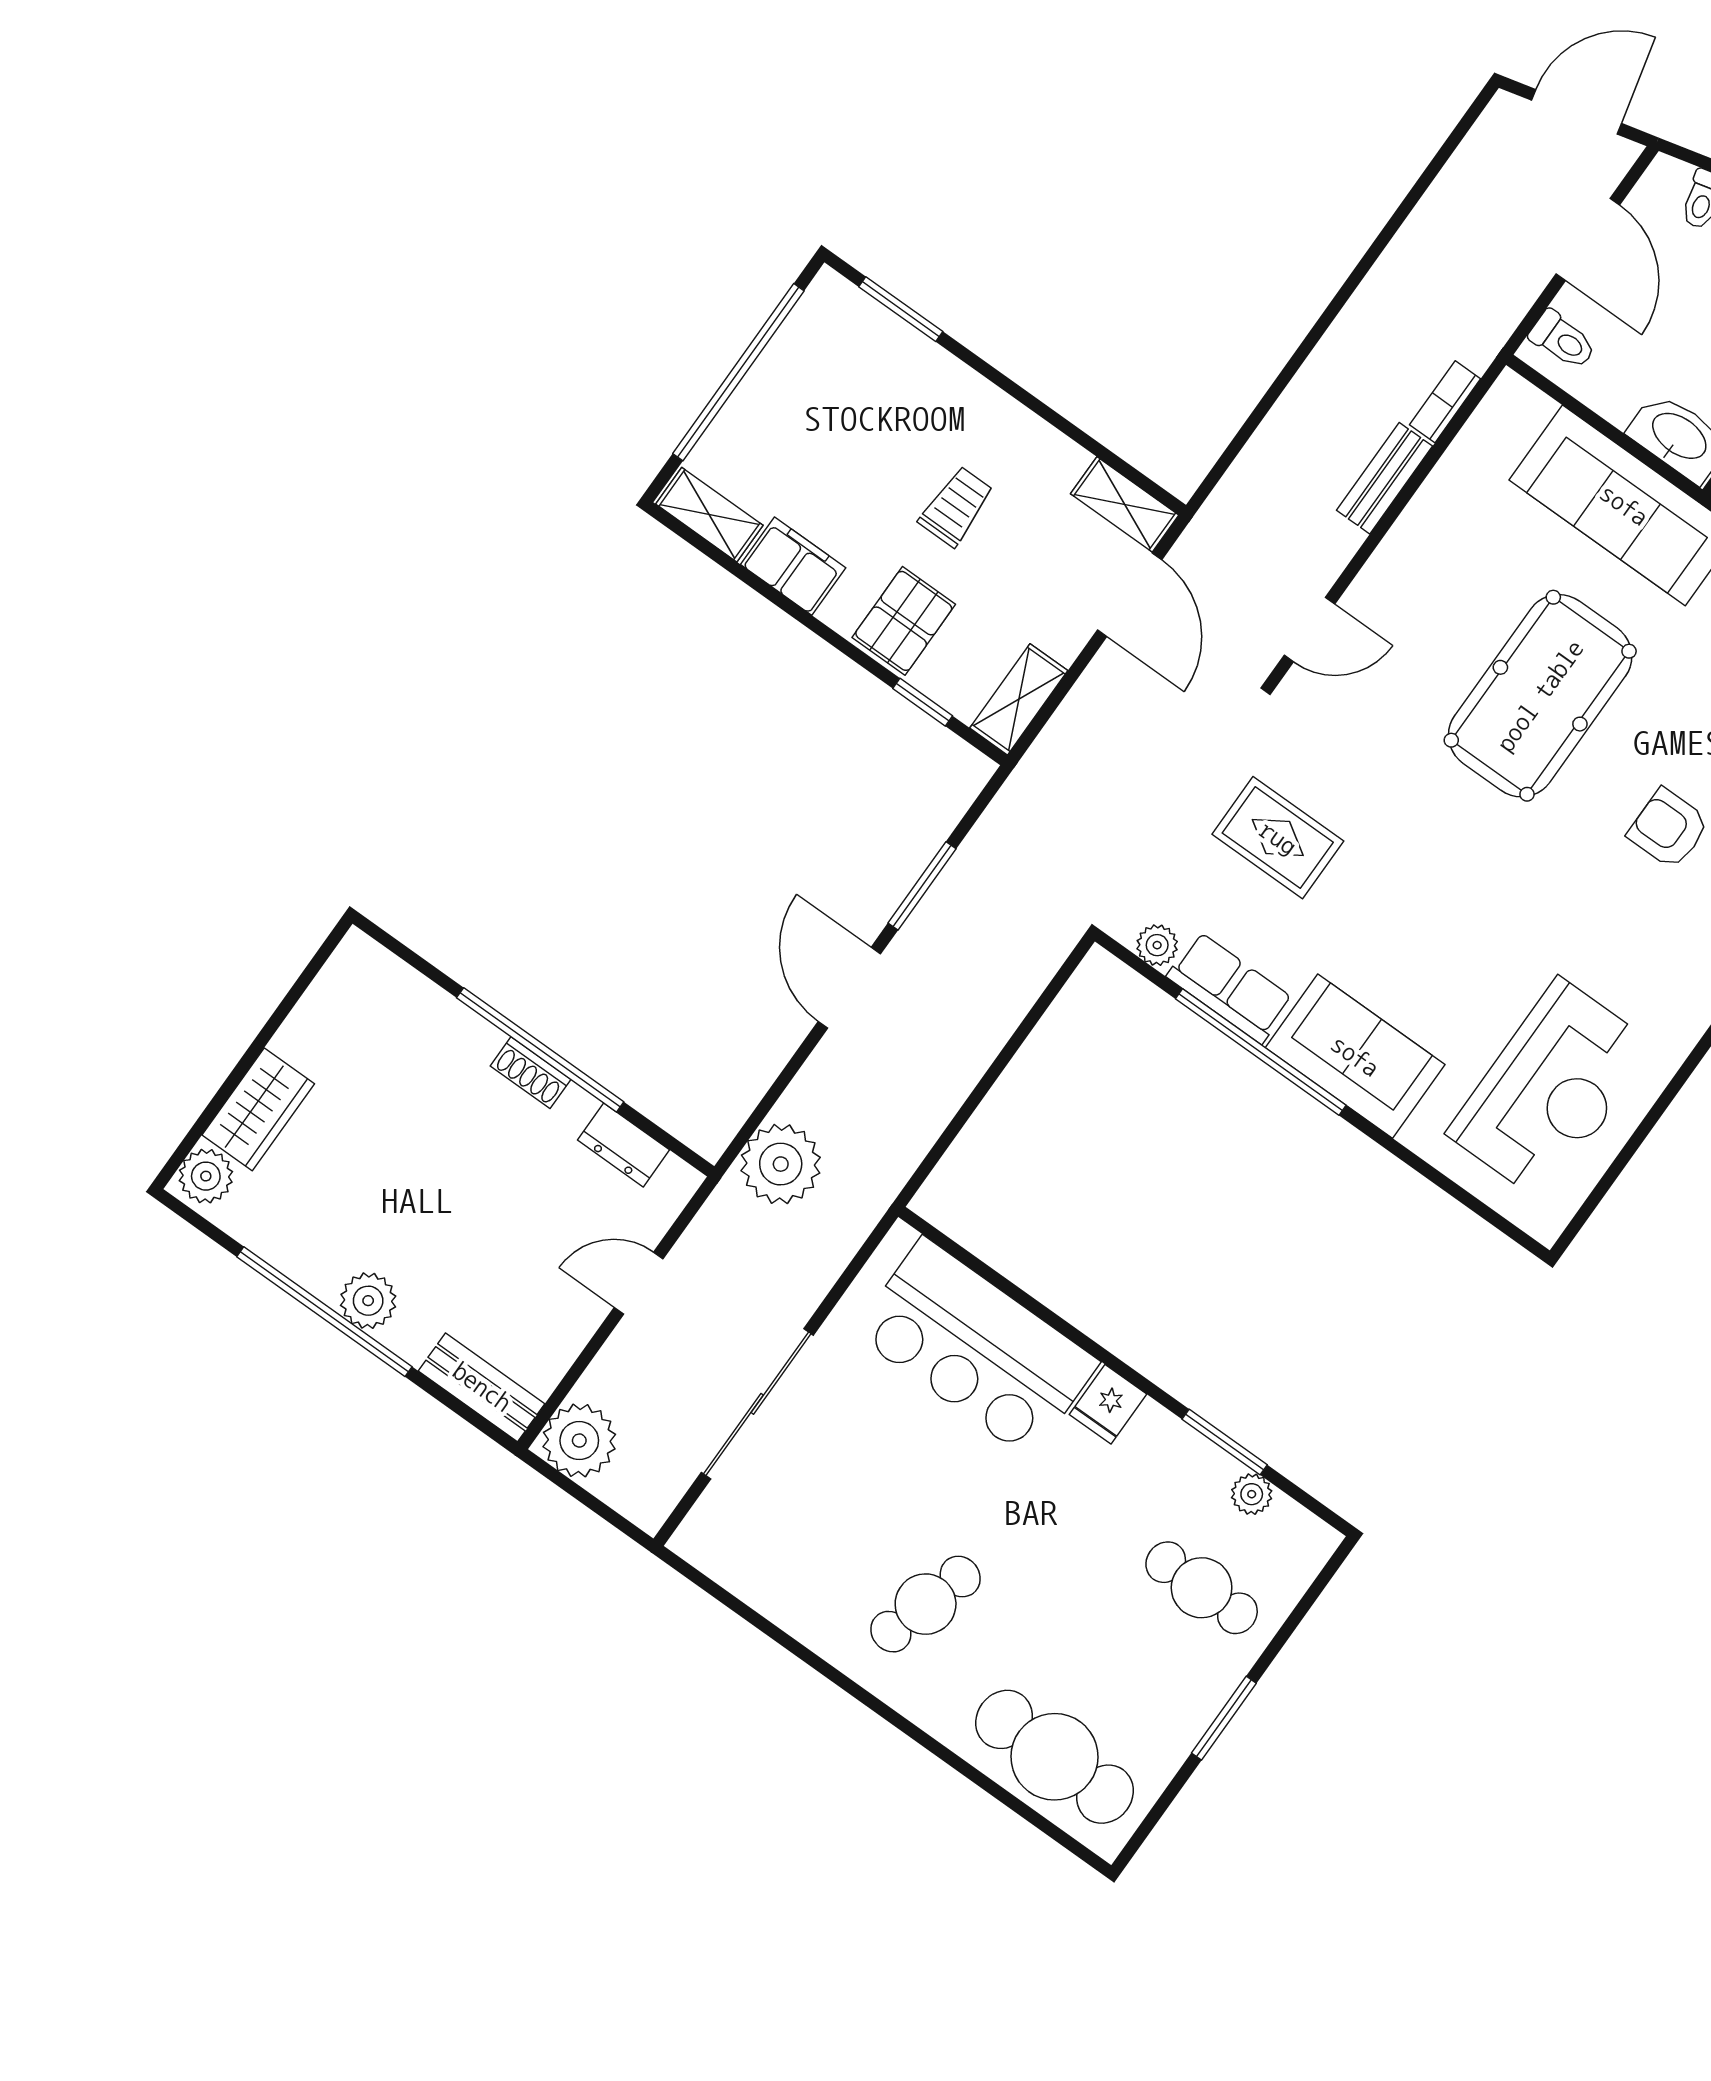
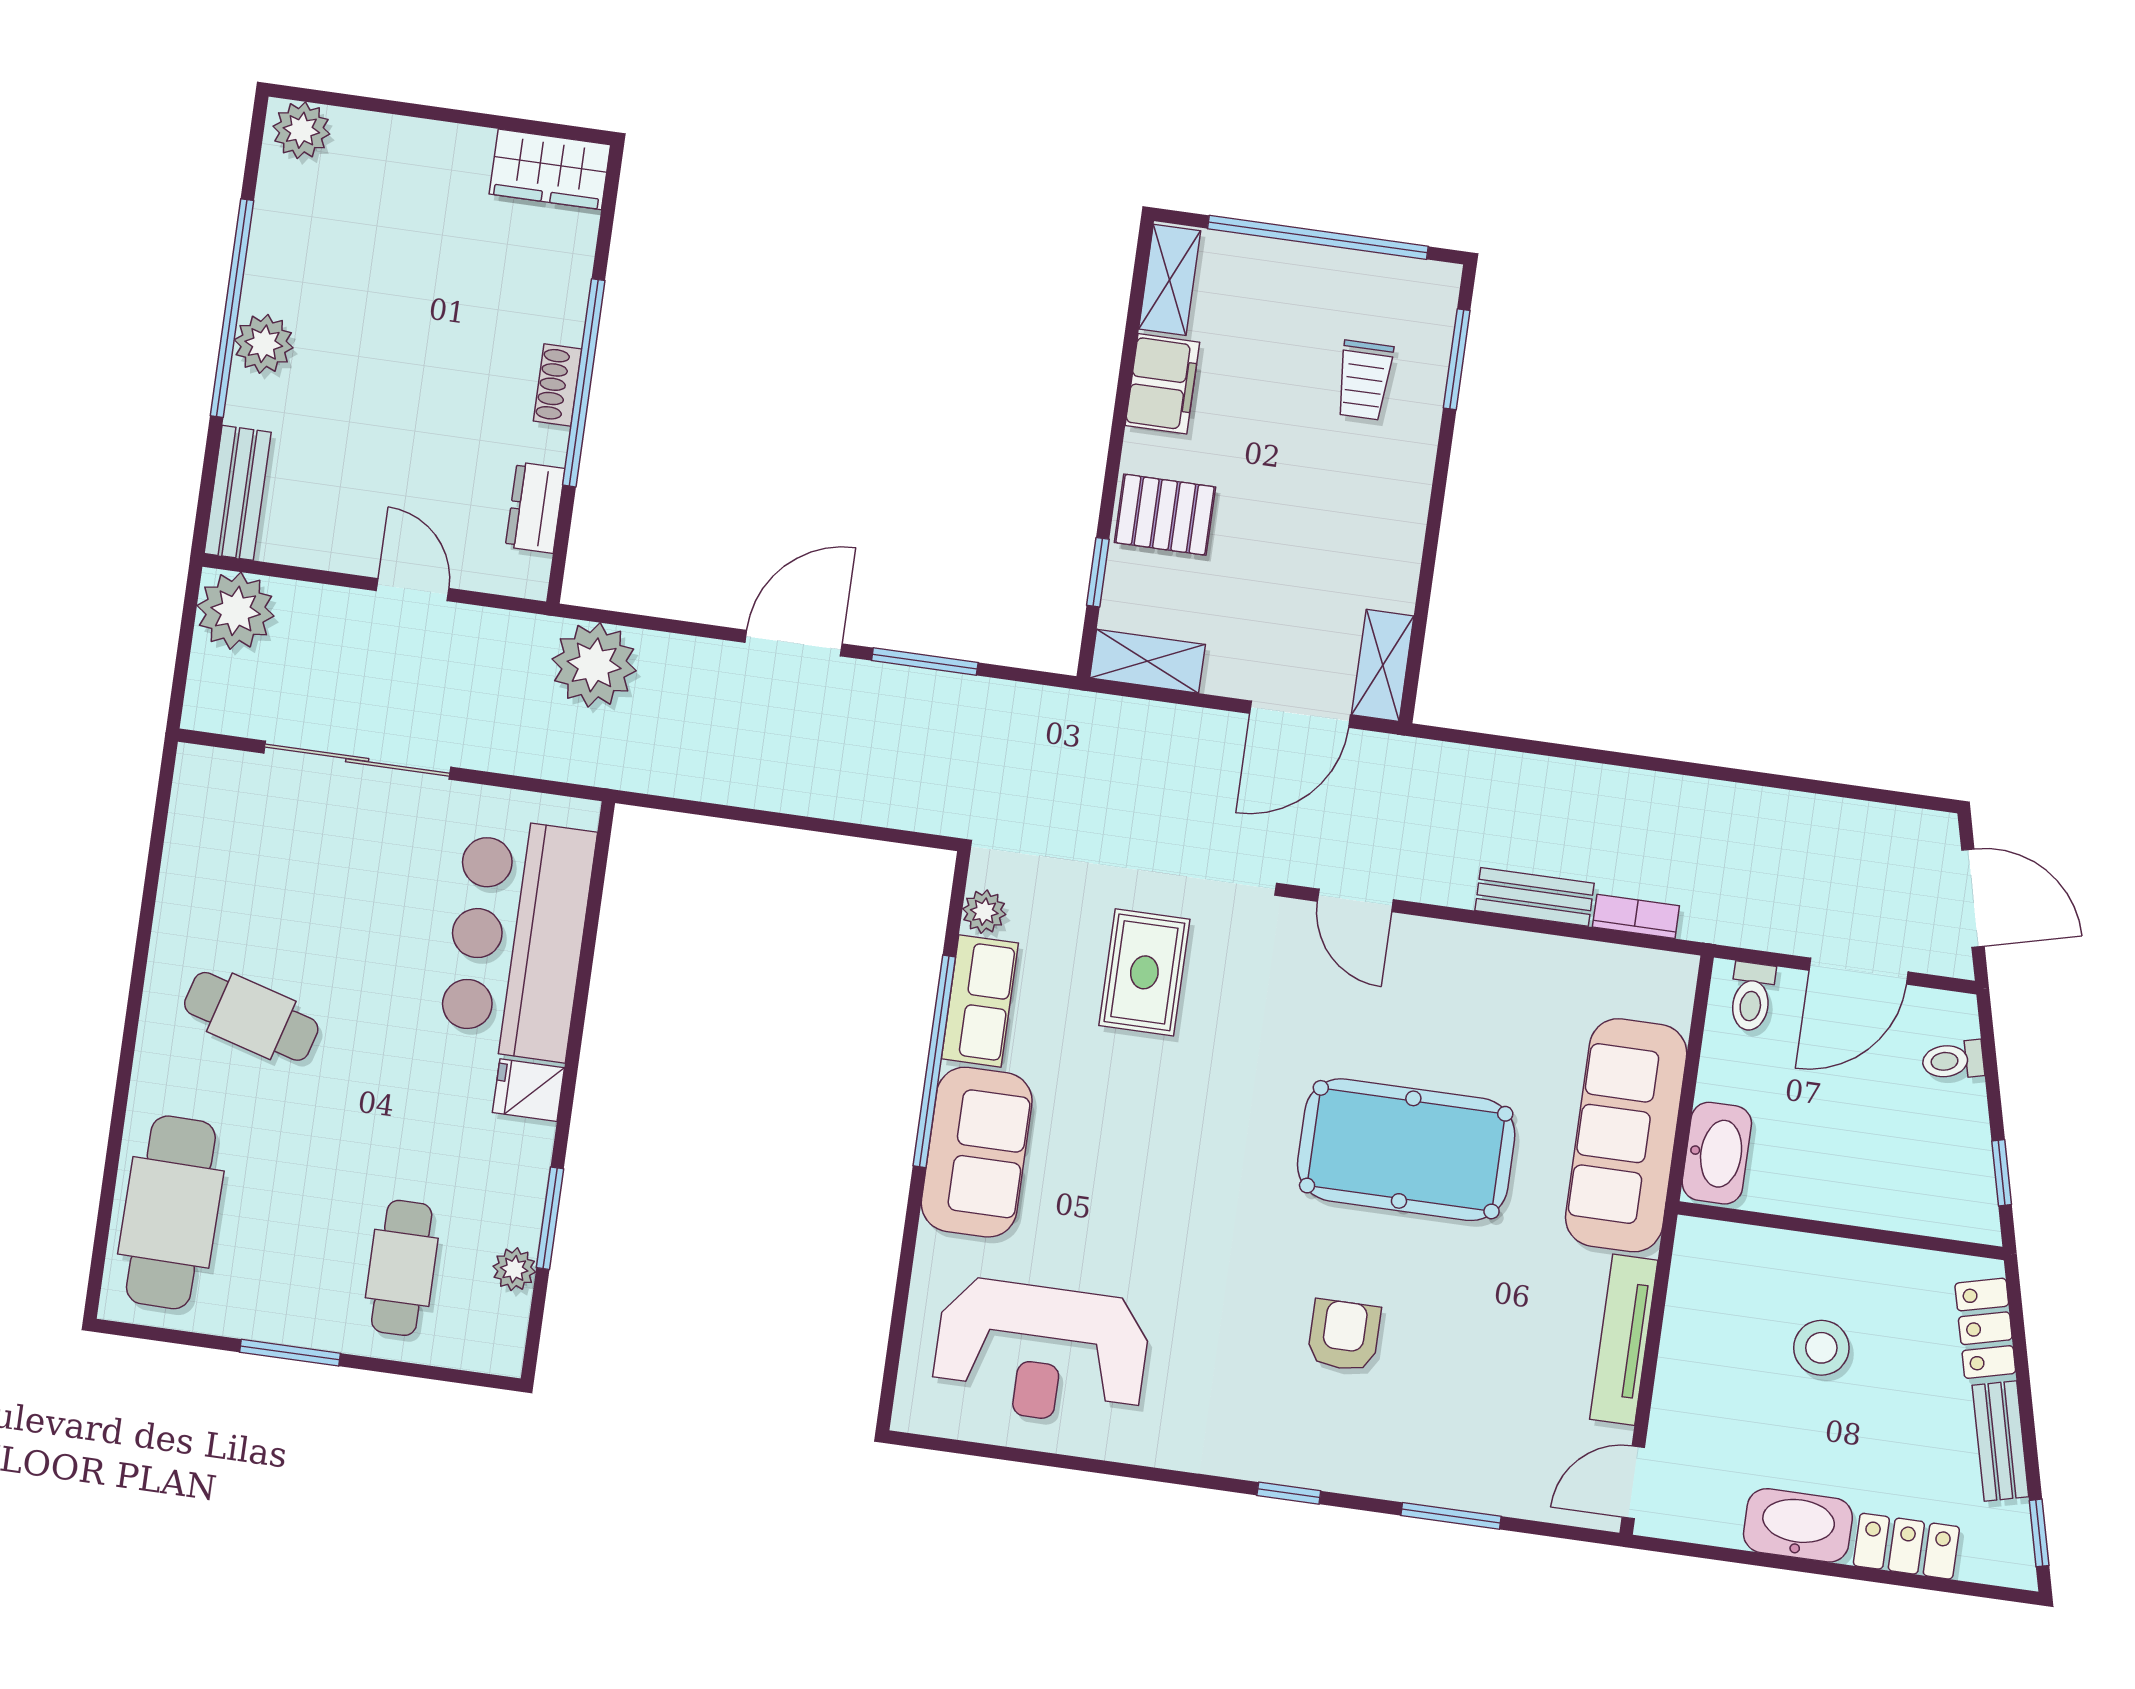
trolley: (956, 507) -> (1364, 380), moved, turned 90
wardrobe: (258, 1109) -> (550, 169), moved

